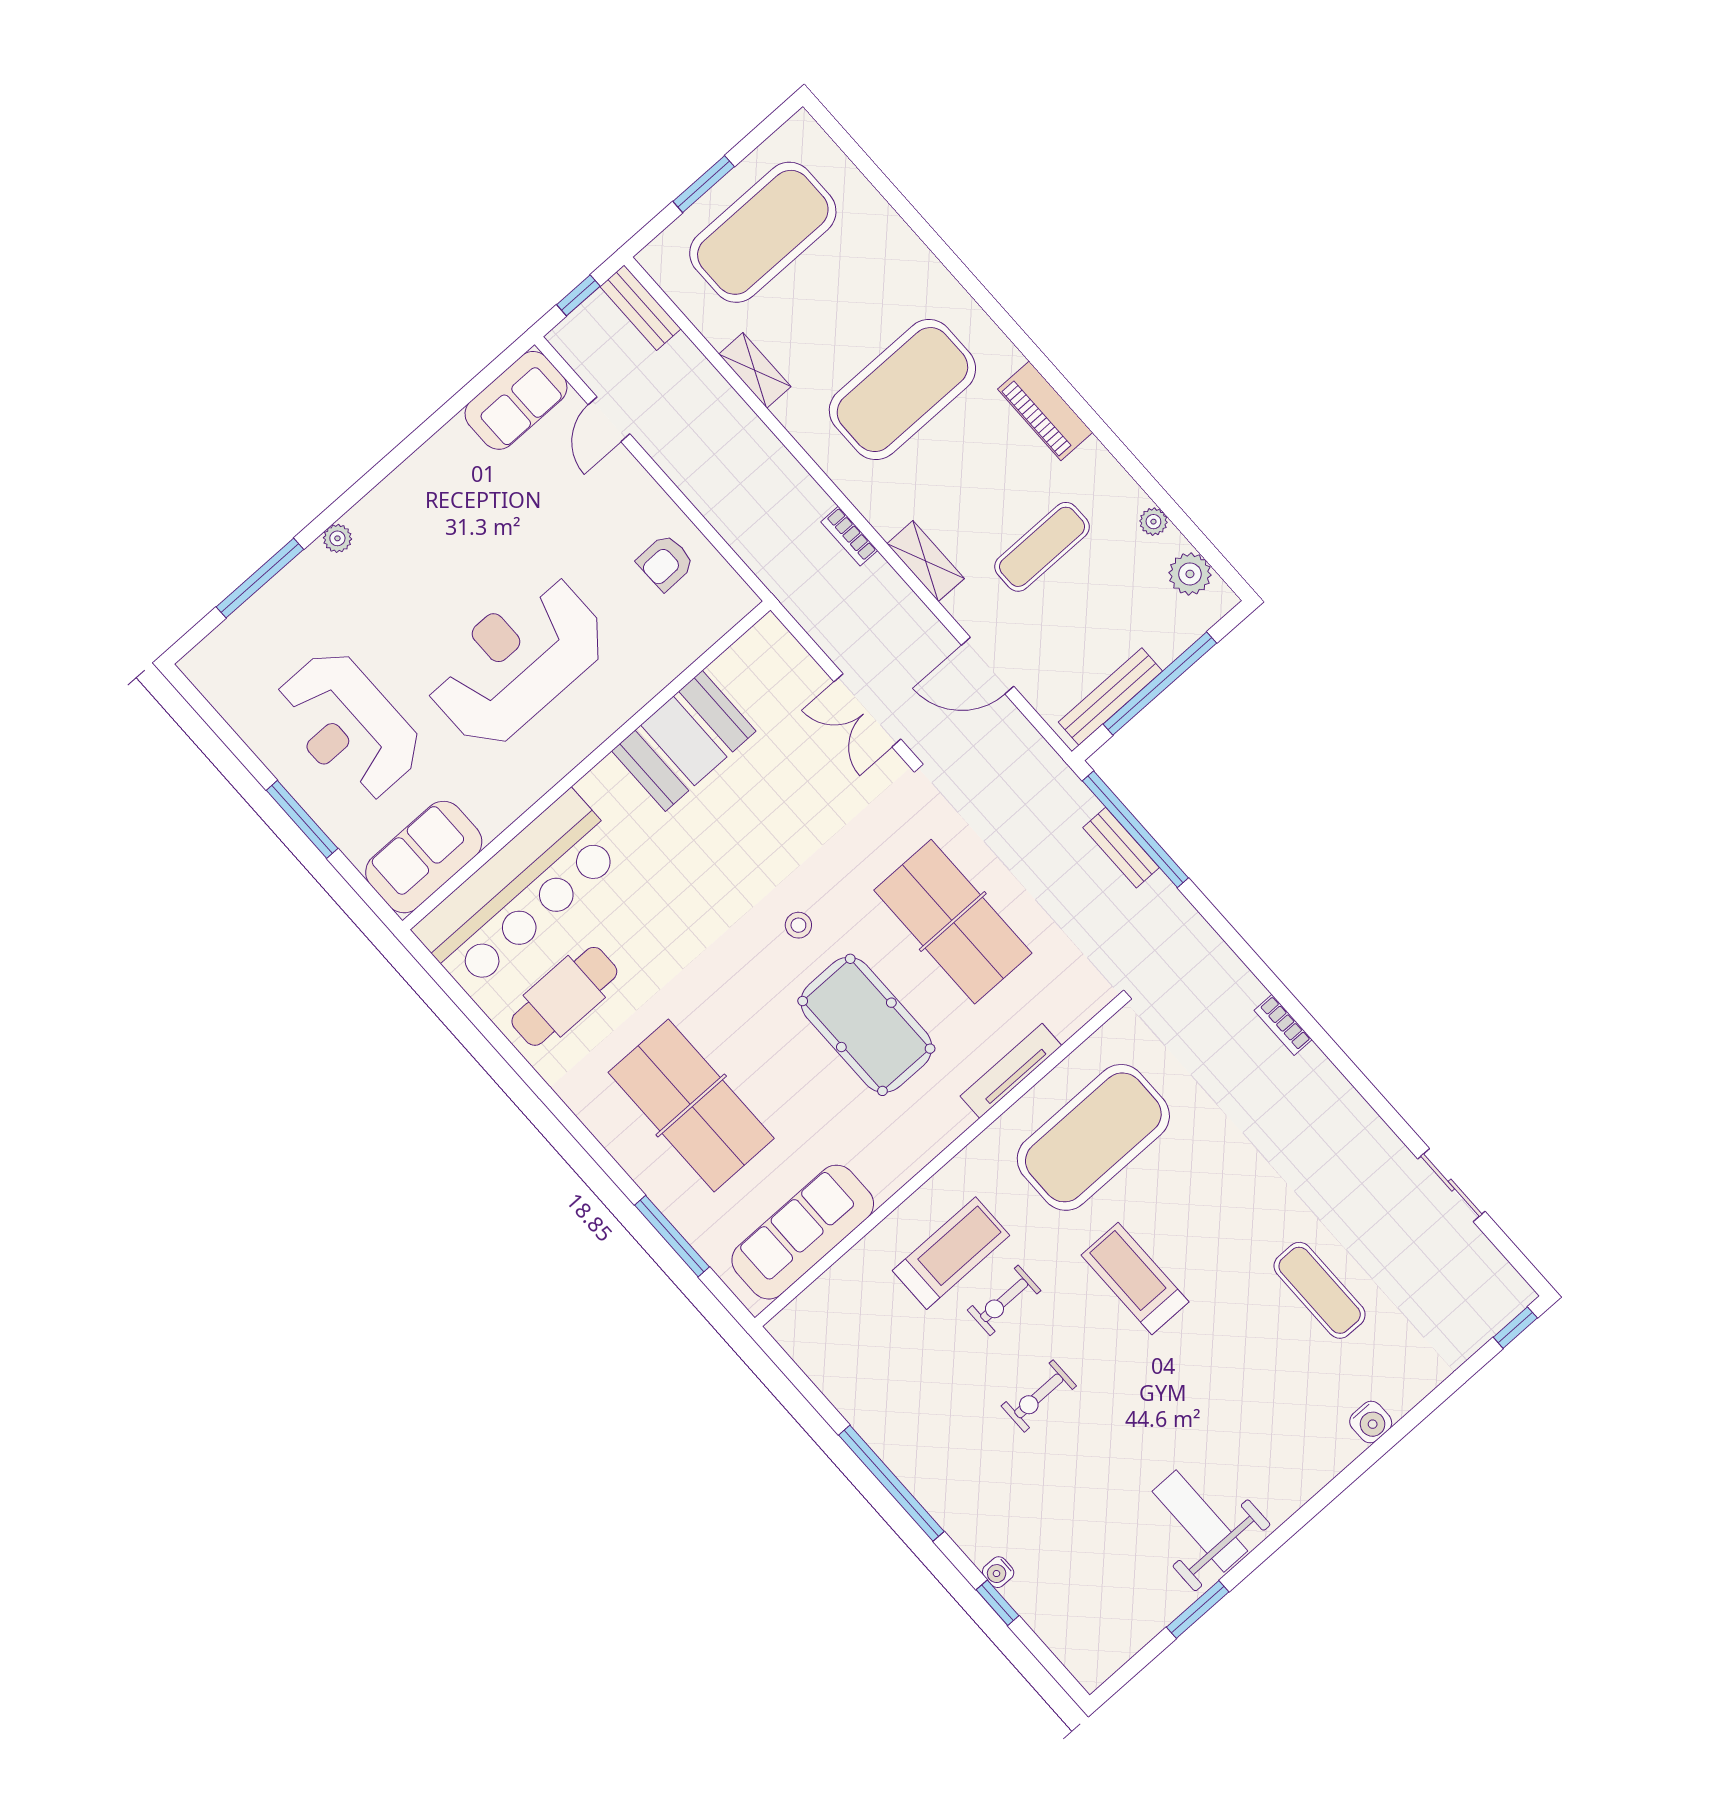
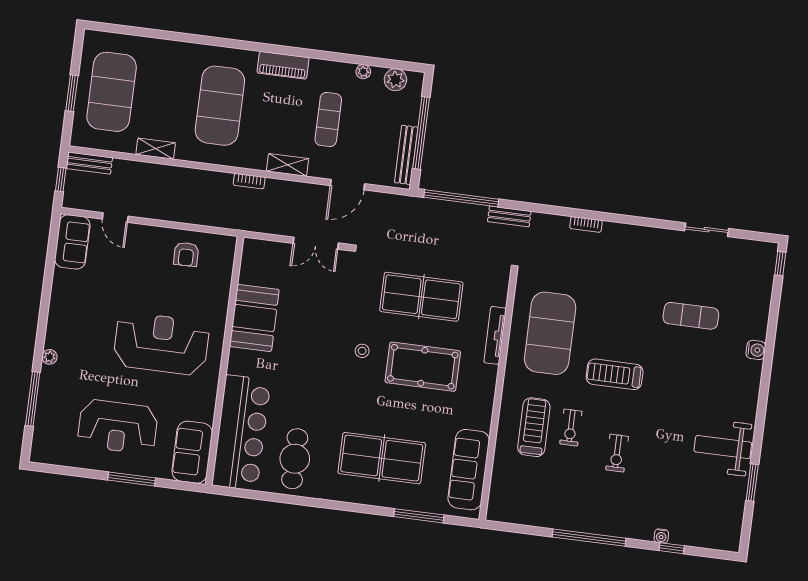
reception desk: (516, 661) -> (161, 344), turned 90
bench: (1121, 848) -> (509, 216), moved

